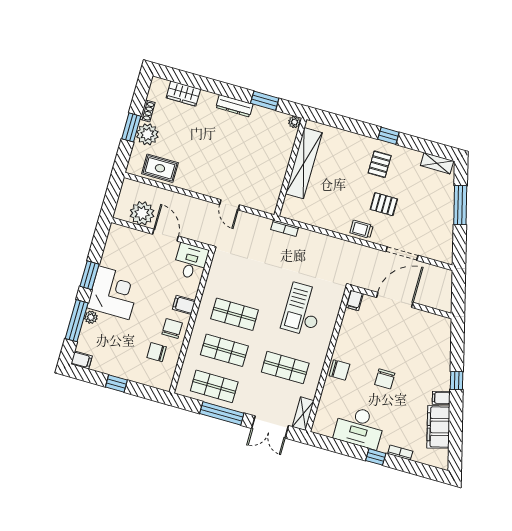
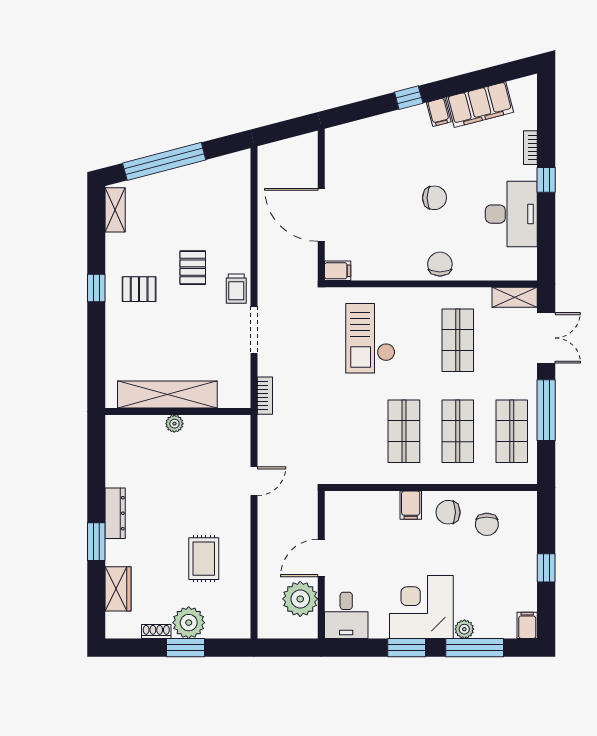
window: (265, 101) -> (96, 542), moved
plant: (294, 122) -> (174, 424), moved
rug: (160, 168) -> (204, 559), moved
window: (460, 205) -> (164, 161), width x1.46
doorway: (402, 254) -> (254, 330), moved
desk: (191, 261) -> (346, 615), moved, turned -90
checkout: (303, 310) -> (370, 338), turned 90

